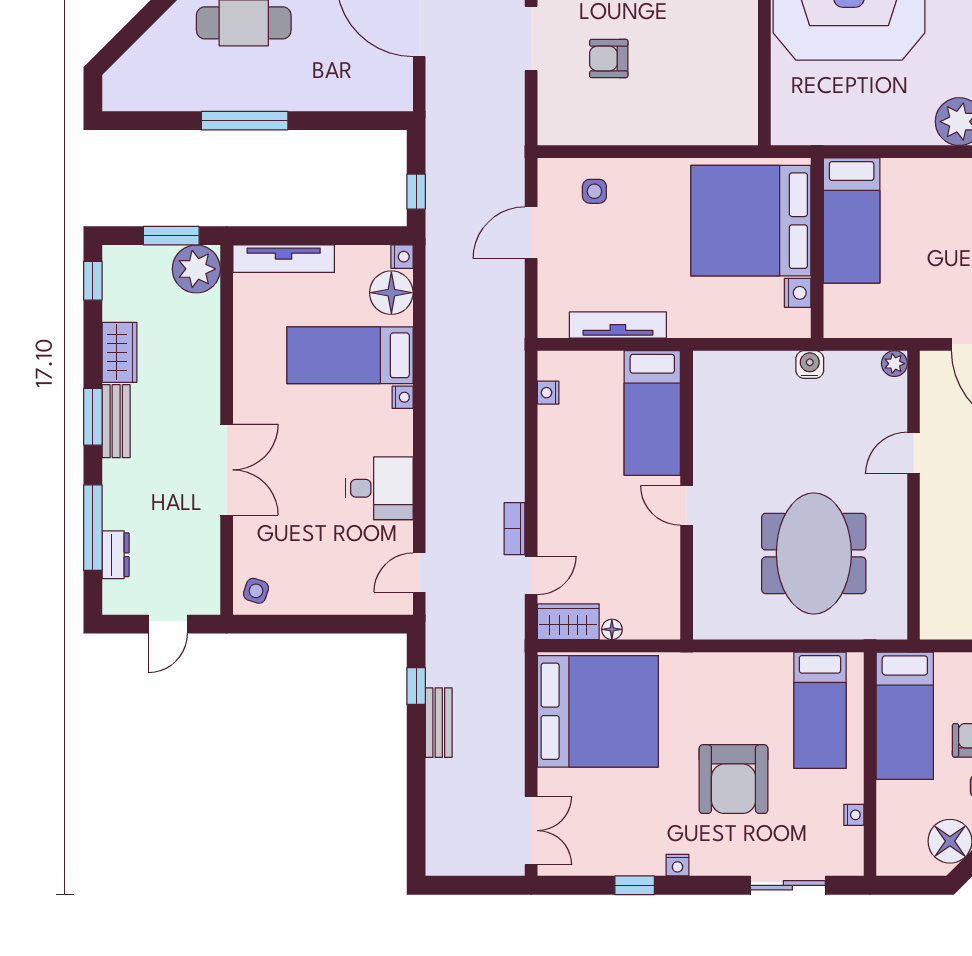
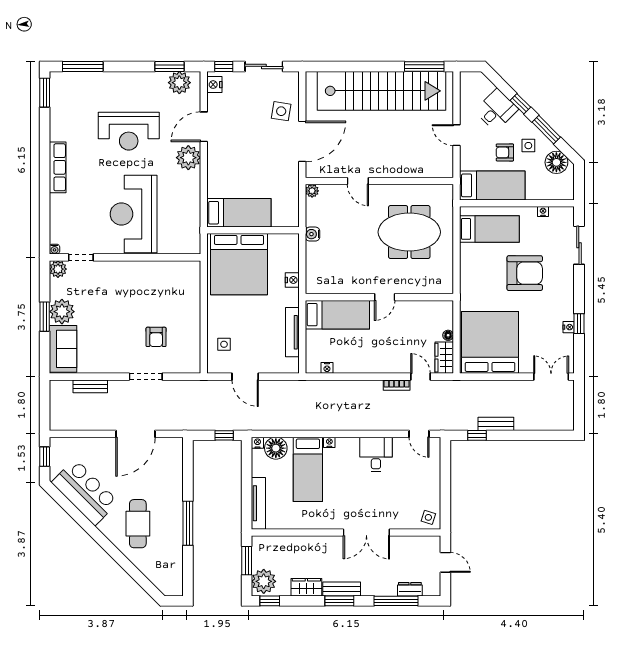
plant: (196, 269) -> (264, 581), moved
nightstand: (798, 293) -> (292, 280), moved, turned 90
double door: (227, 470) -> (366, 532), swing flipped
nightstand: (677, 865) -> (569, 327), moved

